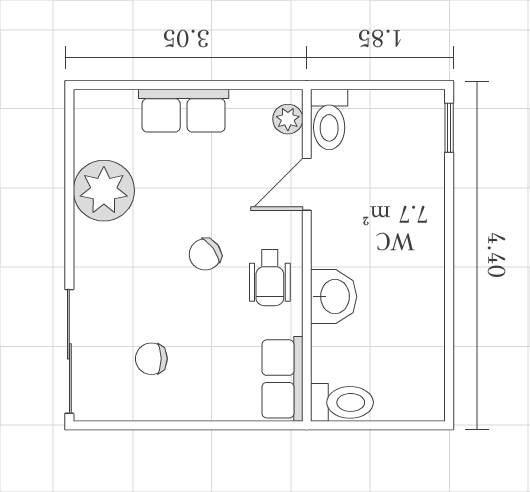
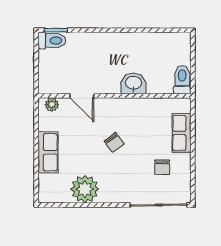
toilet: (329, 119) -> (52, 41), moved
wheelchair: (270, 278) -> (125, 113), removed
row of seats: (282, 379) -> (182, 133), moved, turned 90

